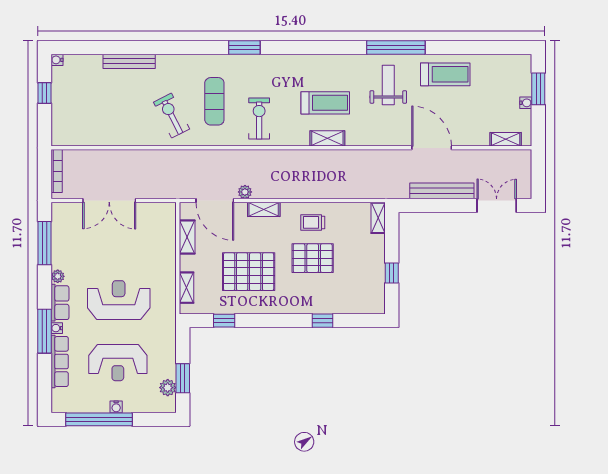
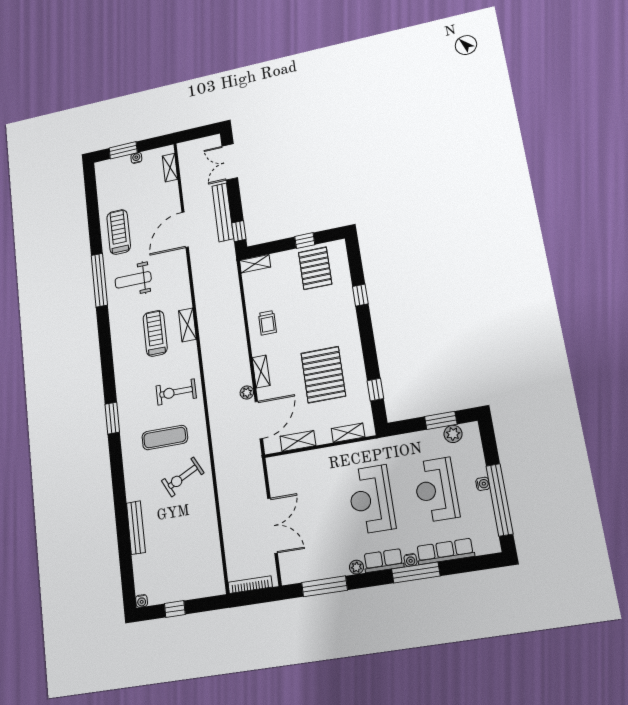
window: (417, 205) -> (239, 231), added
pallet: (313, 258) -> (315, 268), moved
reception desk: (118, 363) -> (436, 490), turned 180

